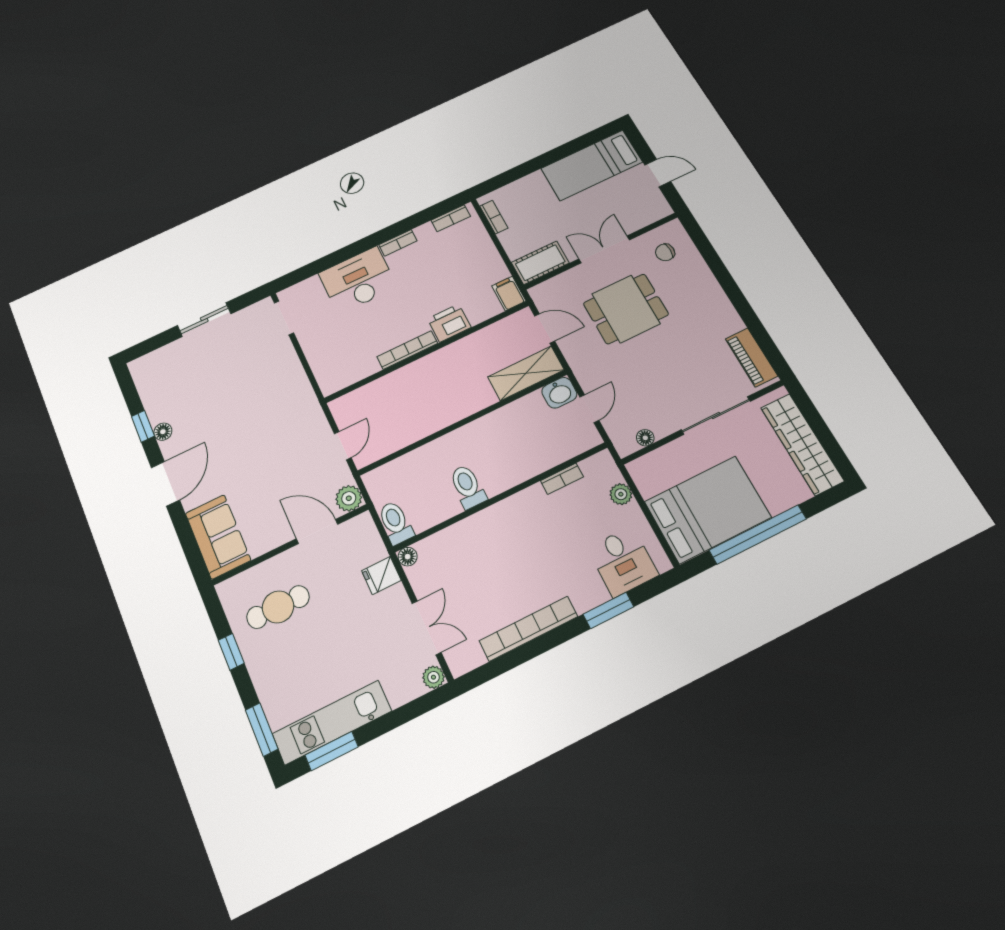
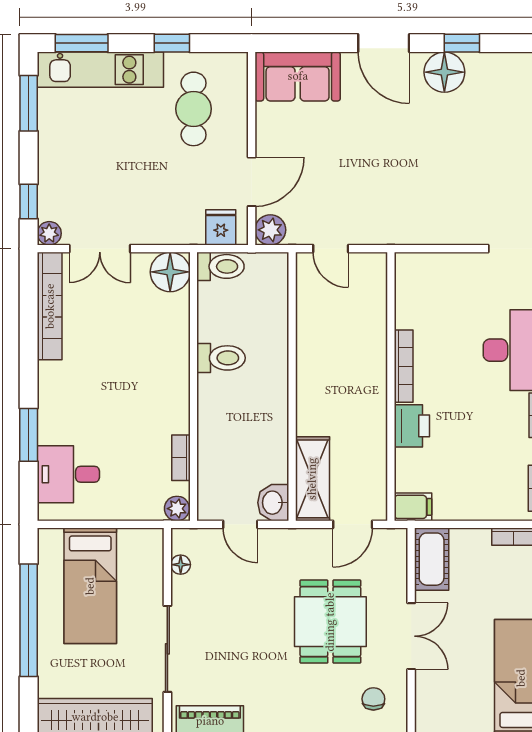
floor lamp: (163, 432) -> (444, 72), width x1.89, depth x1.89
plant: (621, 494) -> (177, 509), moved
bed: (708, 509) -> (90, 586), width x0.67
floor lamp: (408, 557) -> (170, 272), width x1.89, depth x1.89
fridge: (381, 575) -> (221, 227), moved
bookcase: (529, 629) -> (50, 306), moved
window: (415, 709) -> (29, 202), added
kitchen unit: (332, 722) -> (100, 70), moved, turned 90

